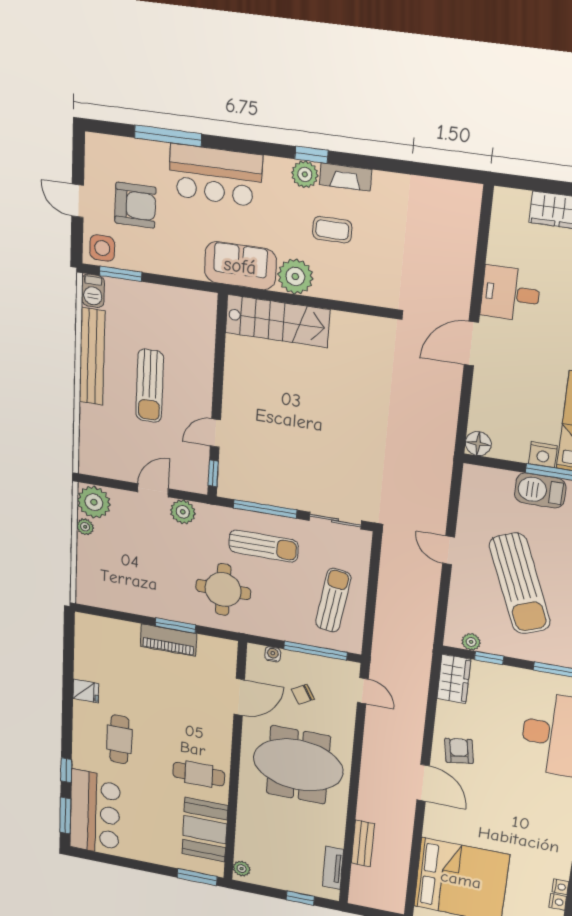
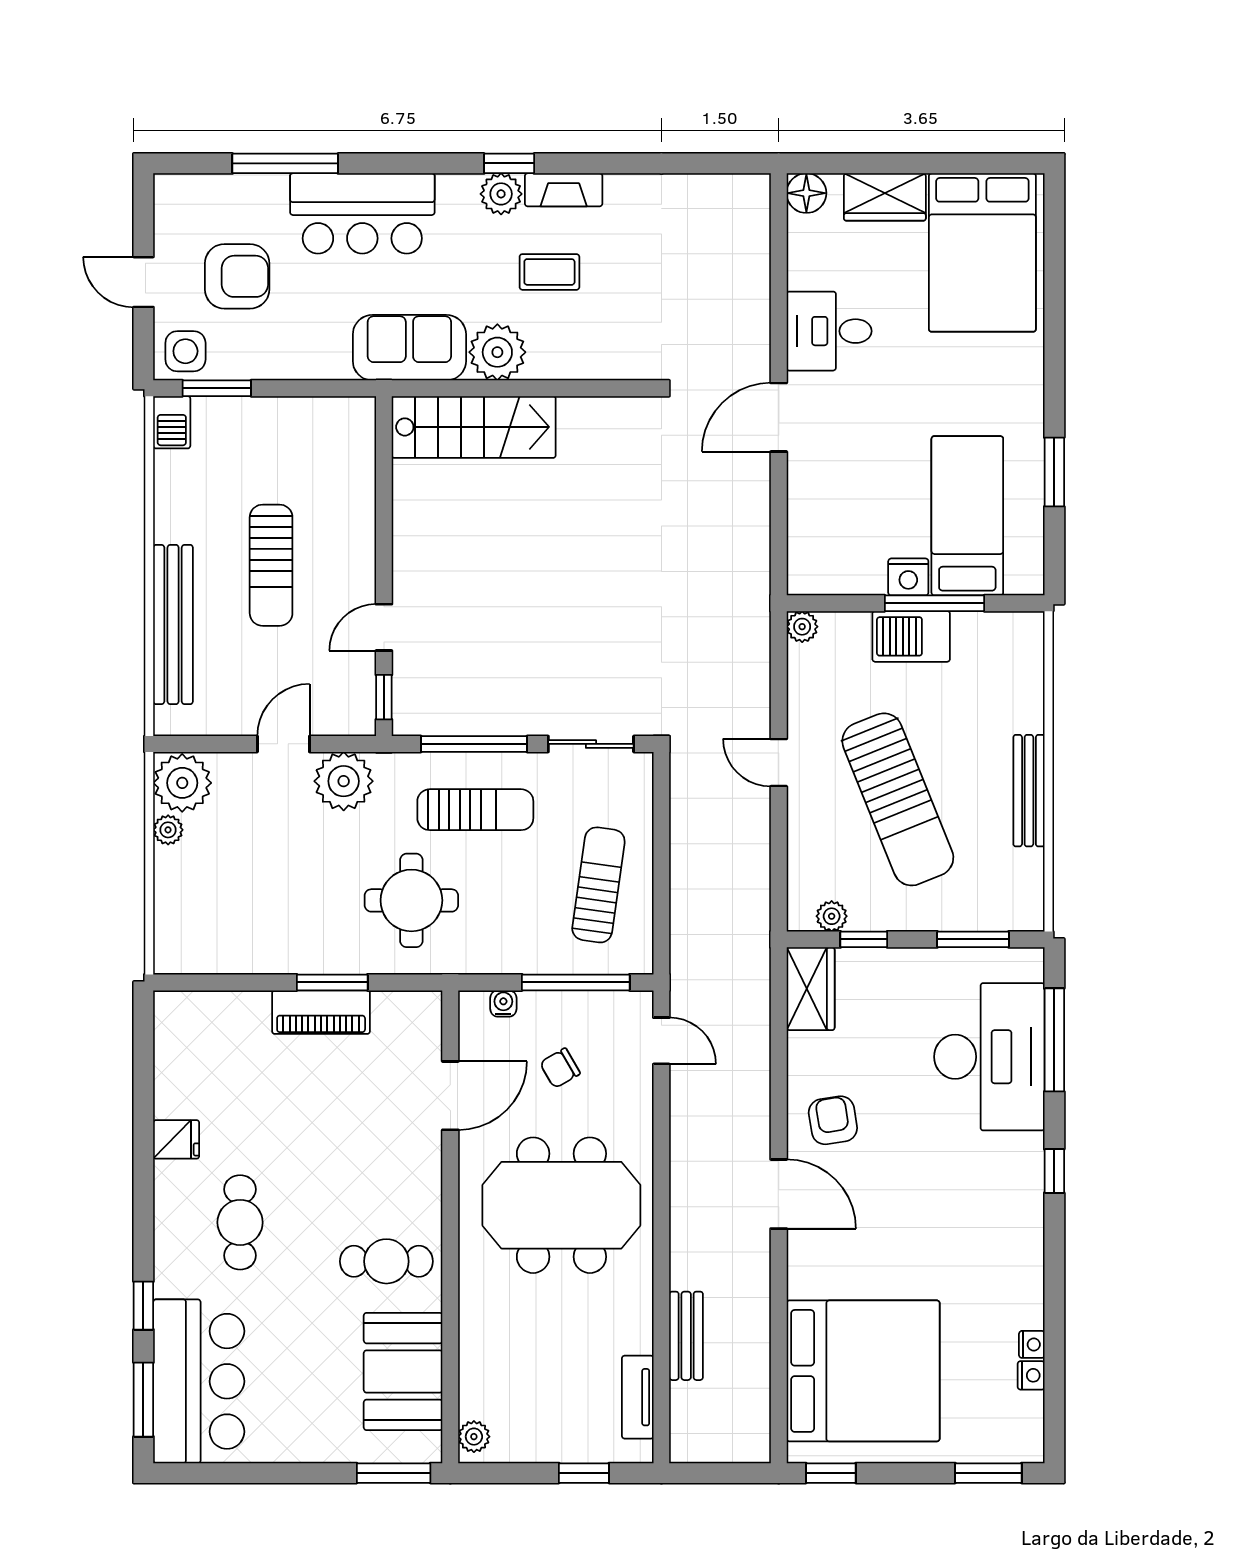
bench: (92, 357) -> (173, 625), moved
floor lamp: (478, 444) -> (806, 193), moved
plant: (472, 474) -> (802, 627), added
plant: (183, 512) -> (344, 781), width x1.36, depth x1.36

